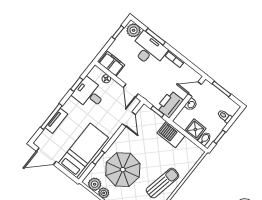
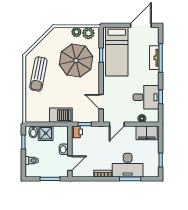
plant: (134, 30) -> (150, 171), removed
door: (131, 91) -> (117, 124), swing flipped
printer: (170, 104) -> (77, 132), width x0.53, depth x0.68

